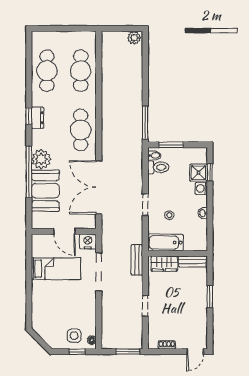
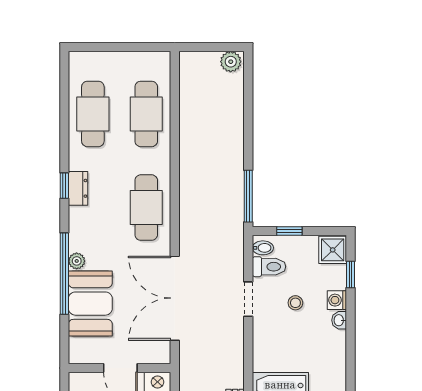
window: (171, 145) -> (289, 231), width x0.67
plant: (41, 159) -> (77, 261), width x0.53, depth x0.53
shower: (199, 173) -> (333, 250), moved
doorway: (145, 205) -> (248, 299), moved
washbasin: (203, 213) -> (339, 320), moved
stool: (169, 215) -> (295, 303), moved

